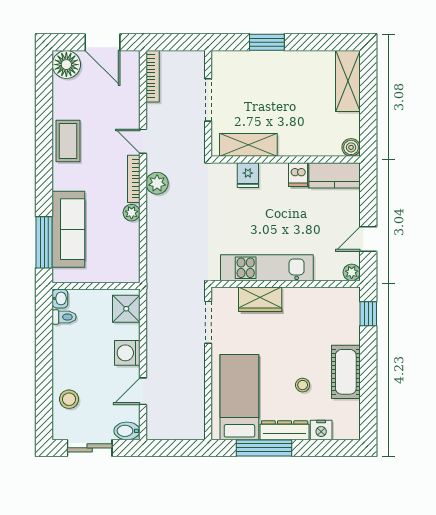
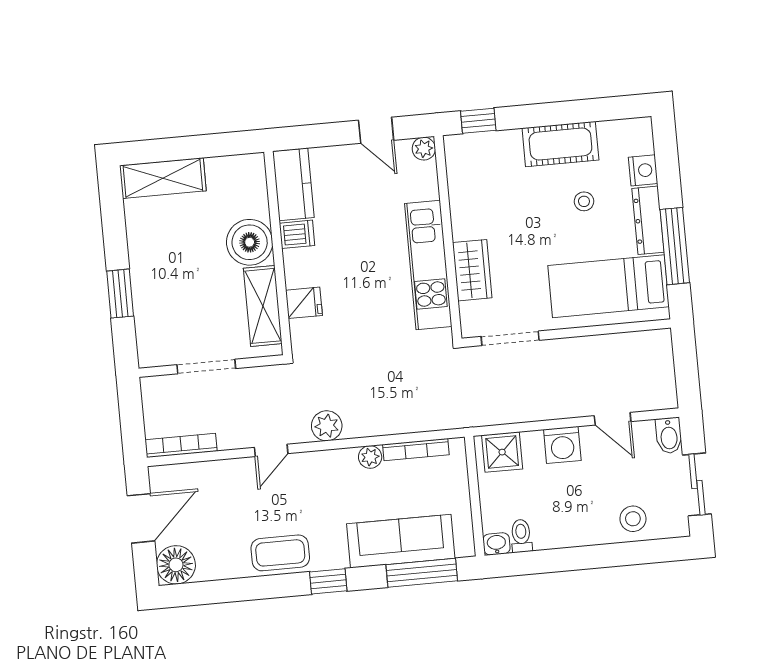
boiler: (351, 147) -> (250, 242), moved, width x1.86, depth x1.86
window: (44, 174) -> (328, 581), added
bookcase: (134, 179) -> (416, 450), moved

